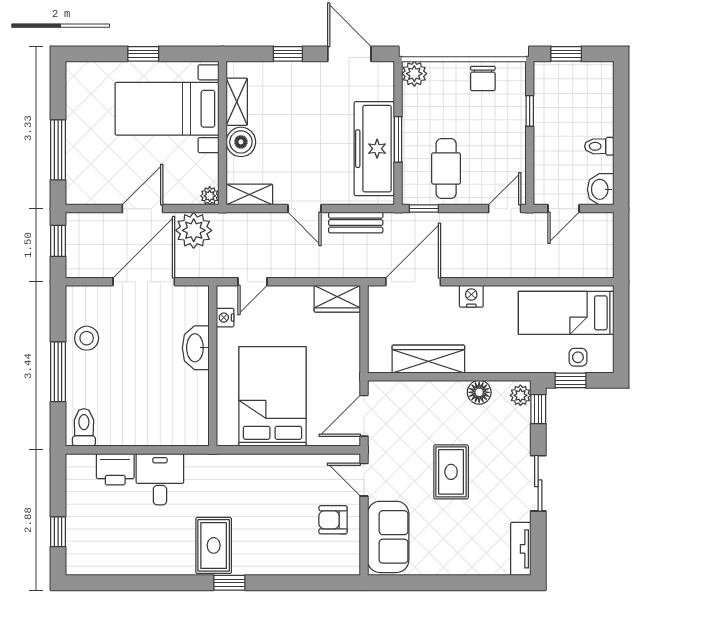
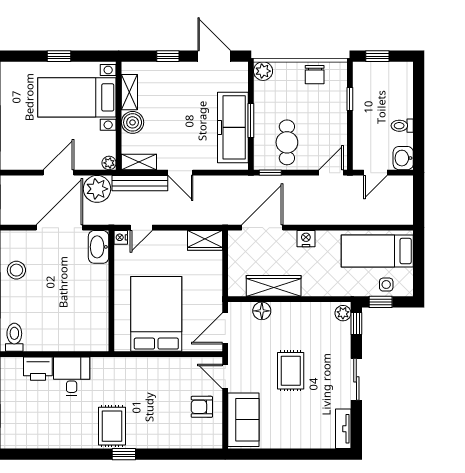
bench: (356, 223) -> (140, 183), moved, width x1.36
nightstand: (225, 318) -> (121, 237), moved
washbasin: (196, 348) -> (99, 247), moved
floor lamp: (479, 392) -> (262, 311), moved

